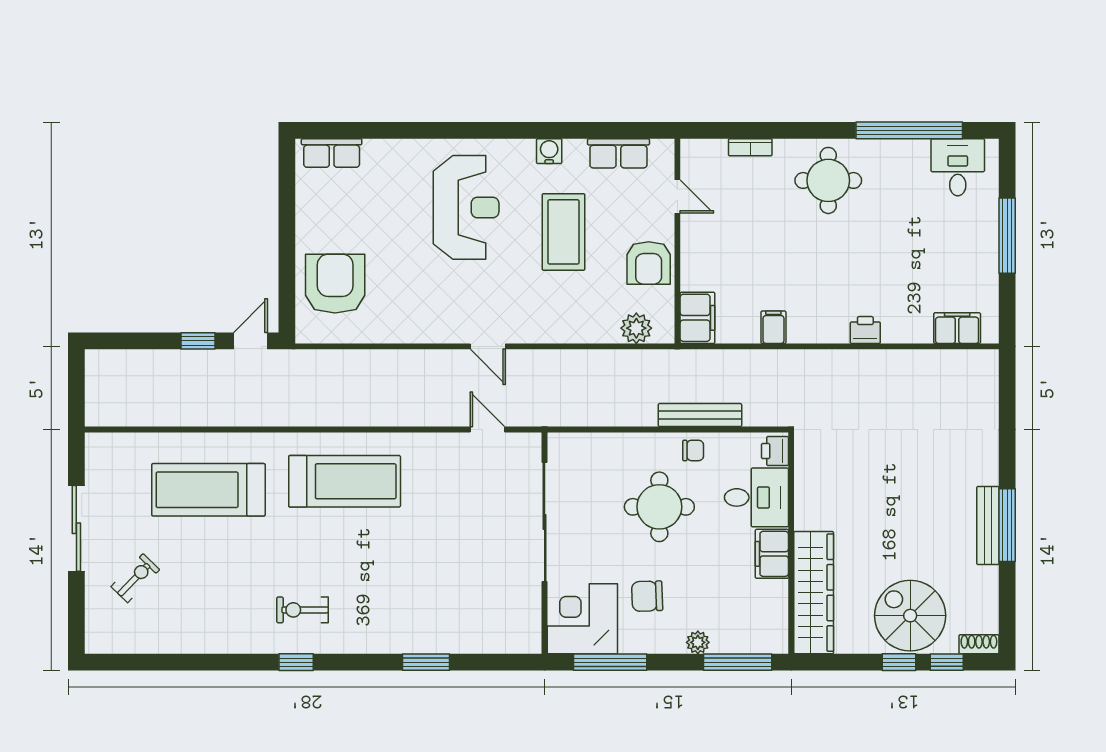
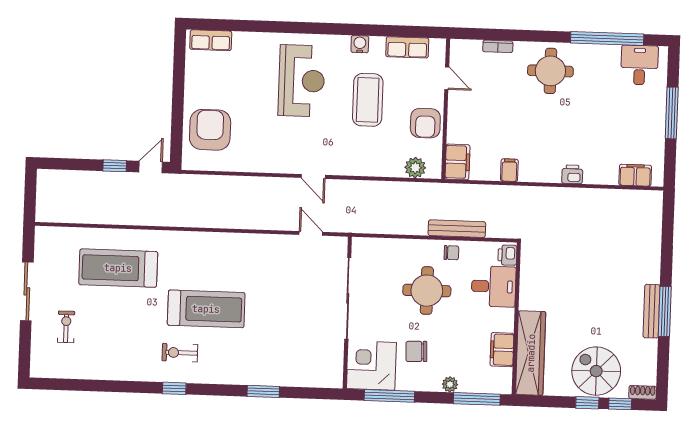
treadmill: (345, 481) -> (206, 309), moved
filing cabinet: (772, 554) -> (502, 350), moved
exercise bike: (135, 578) -> (66, 327), turned -44

